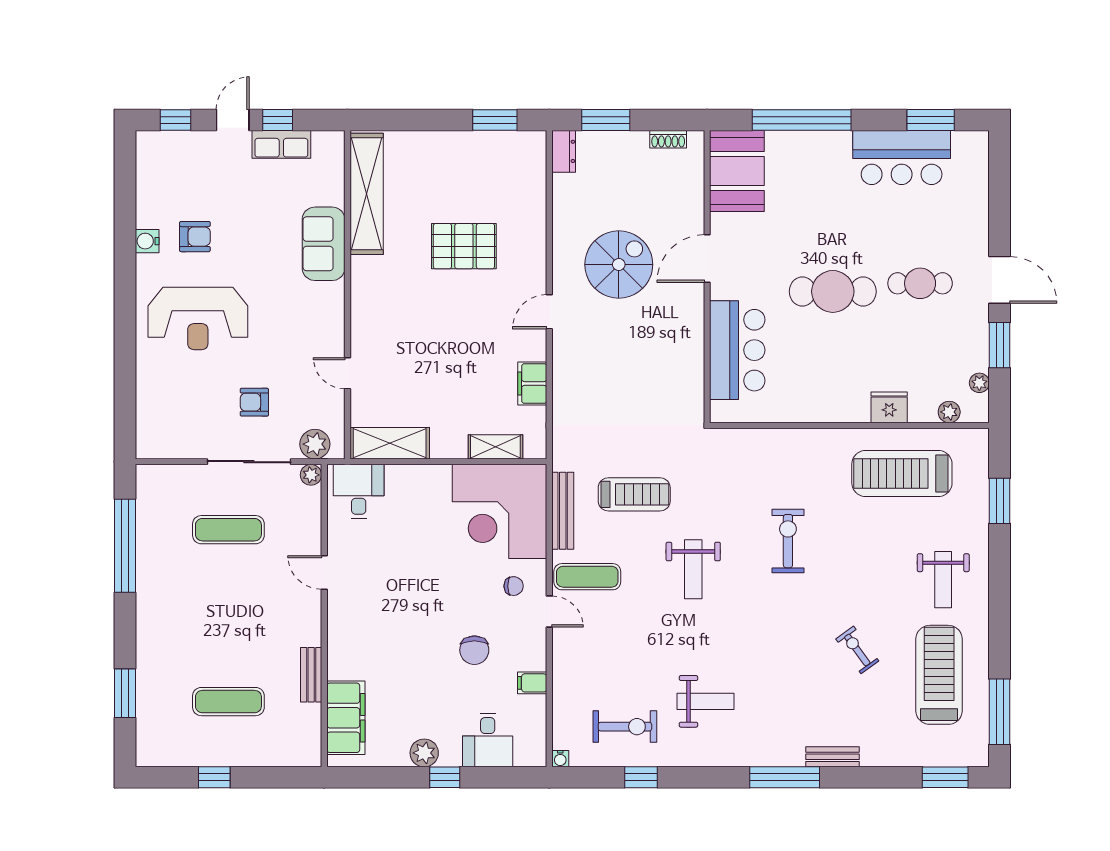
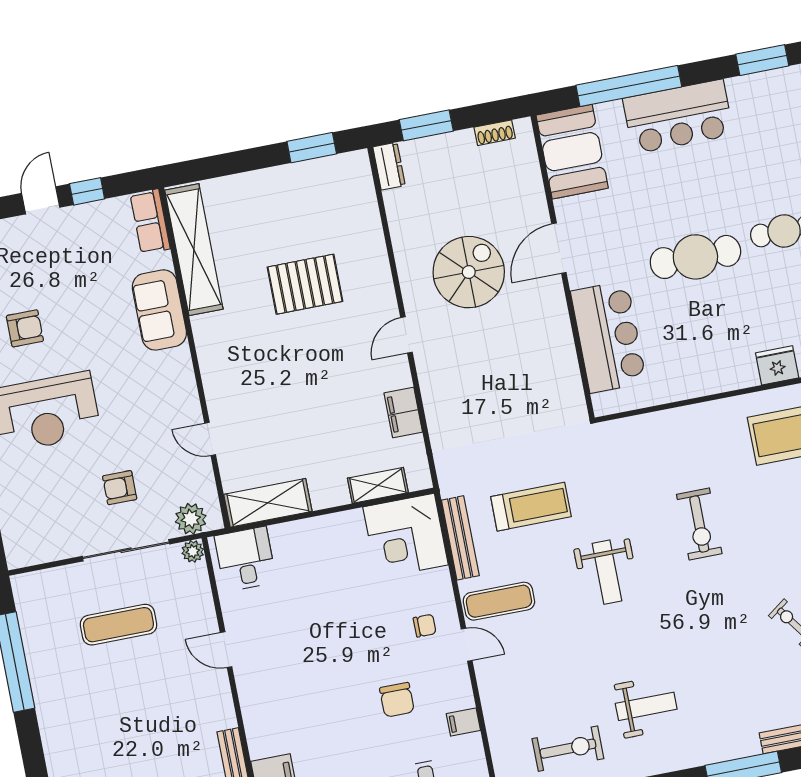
row of seats: (281, 144) -> (150, 221), moved, turned 90
bar counter: (902, 158) -> (678, 117), moved
corner desk: (500, 511) -> (406, 536), width x0.74, depth x0.74
exercise bike: (788, 541) -> (699, 524), turned 180

